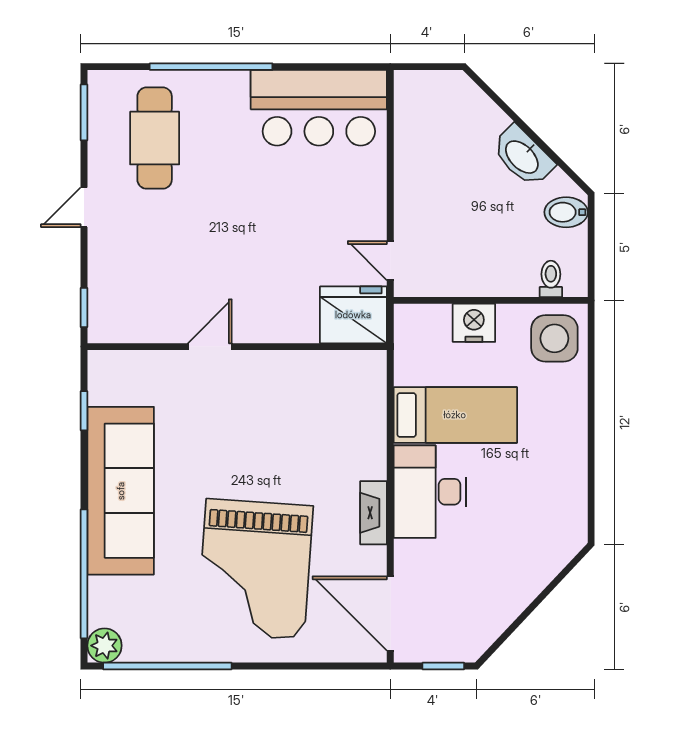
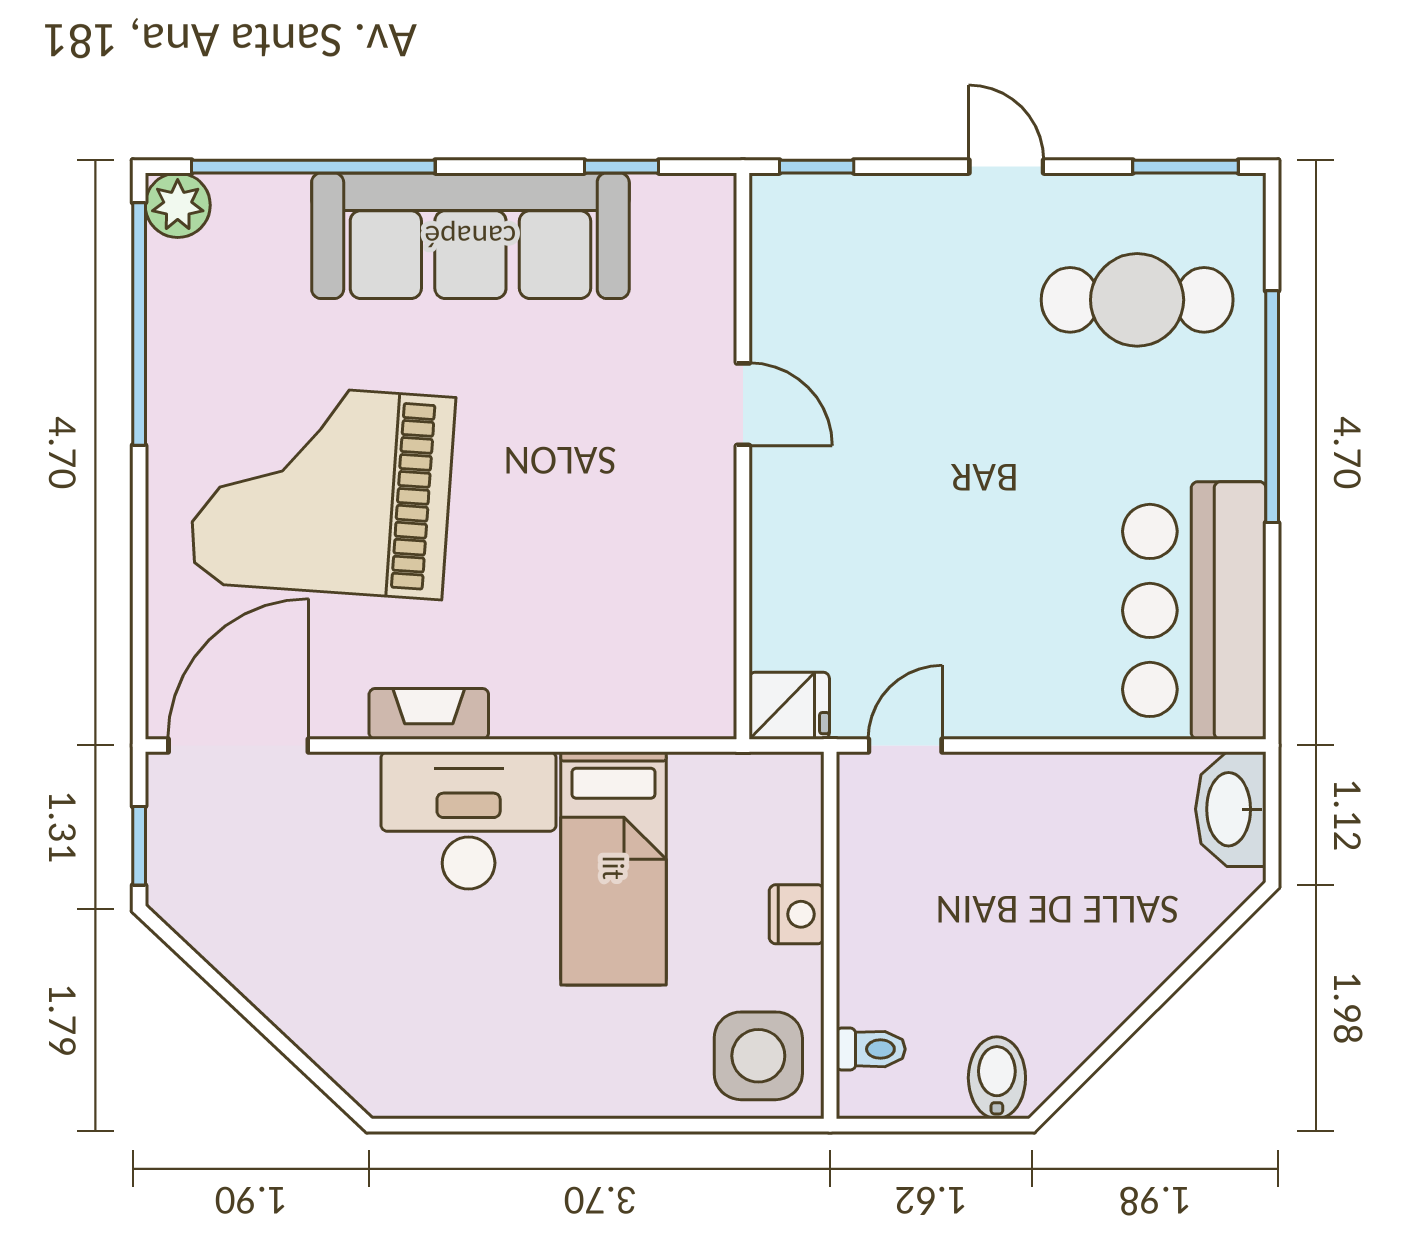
washbasin: (523, 156) -> (1231, 809), moved, turned -45
fridge: (353, 315) -> (789, 706), width x0.53, depth x0.75
nightstand: (474, 323) -> (797, 914), width x0.74, depth x0.75

